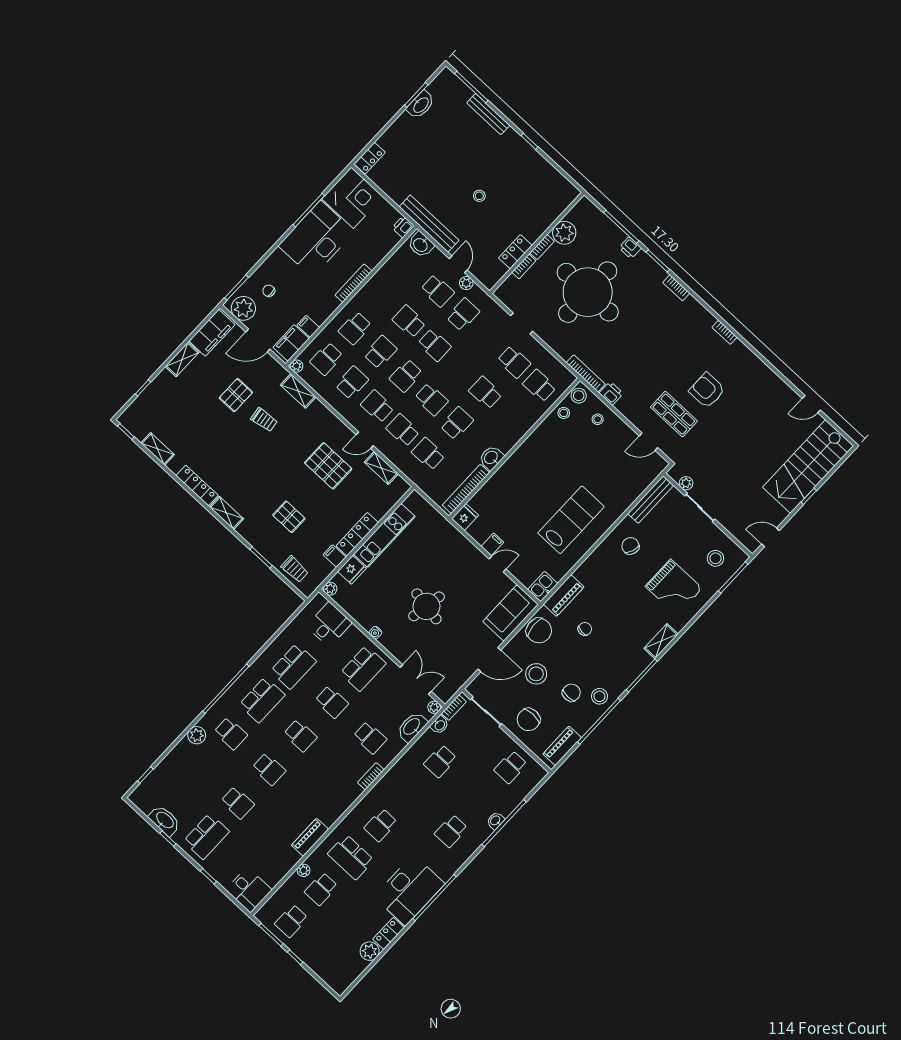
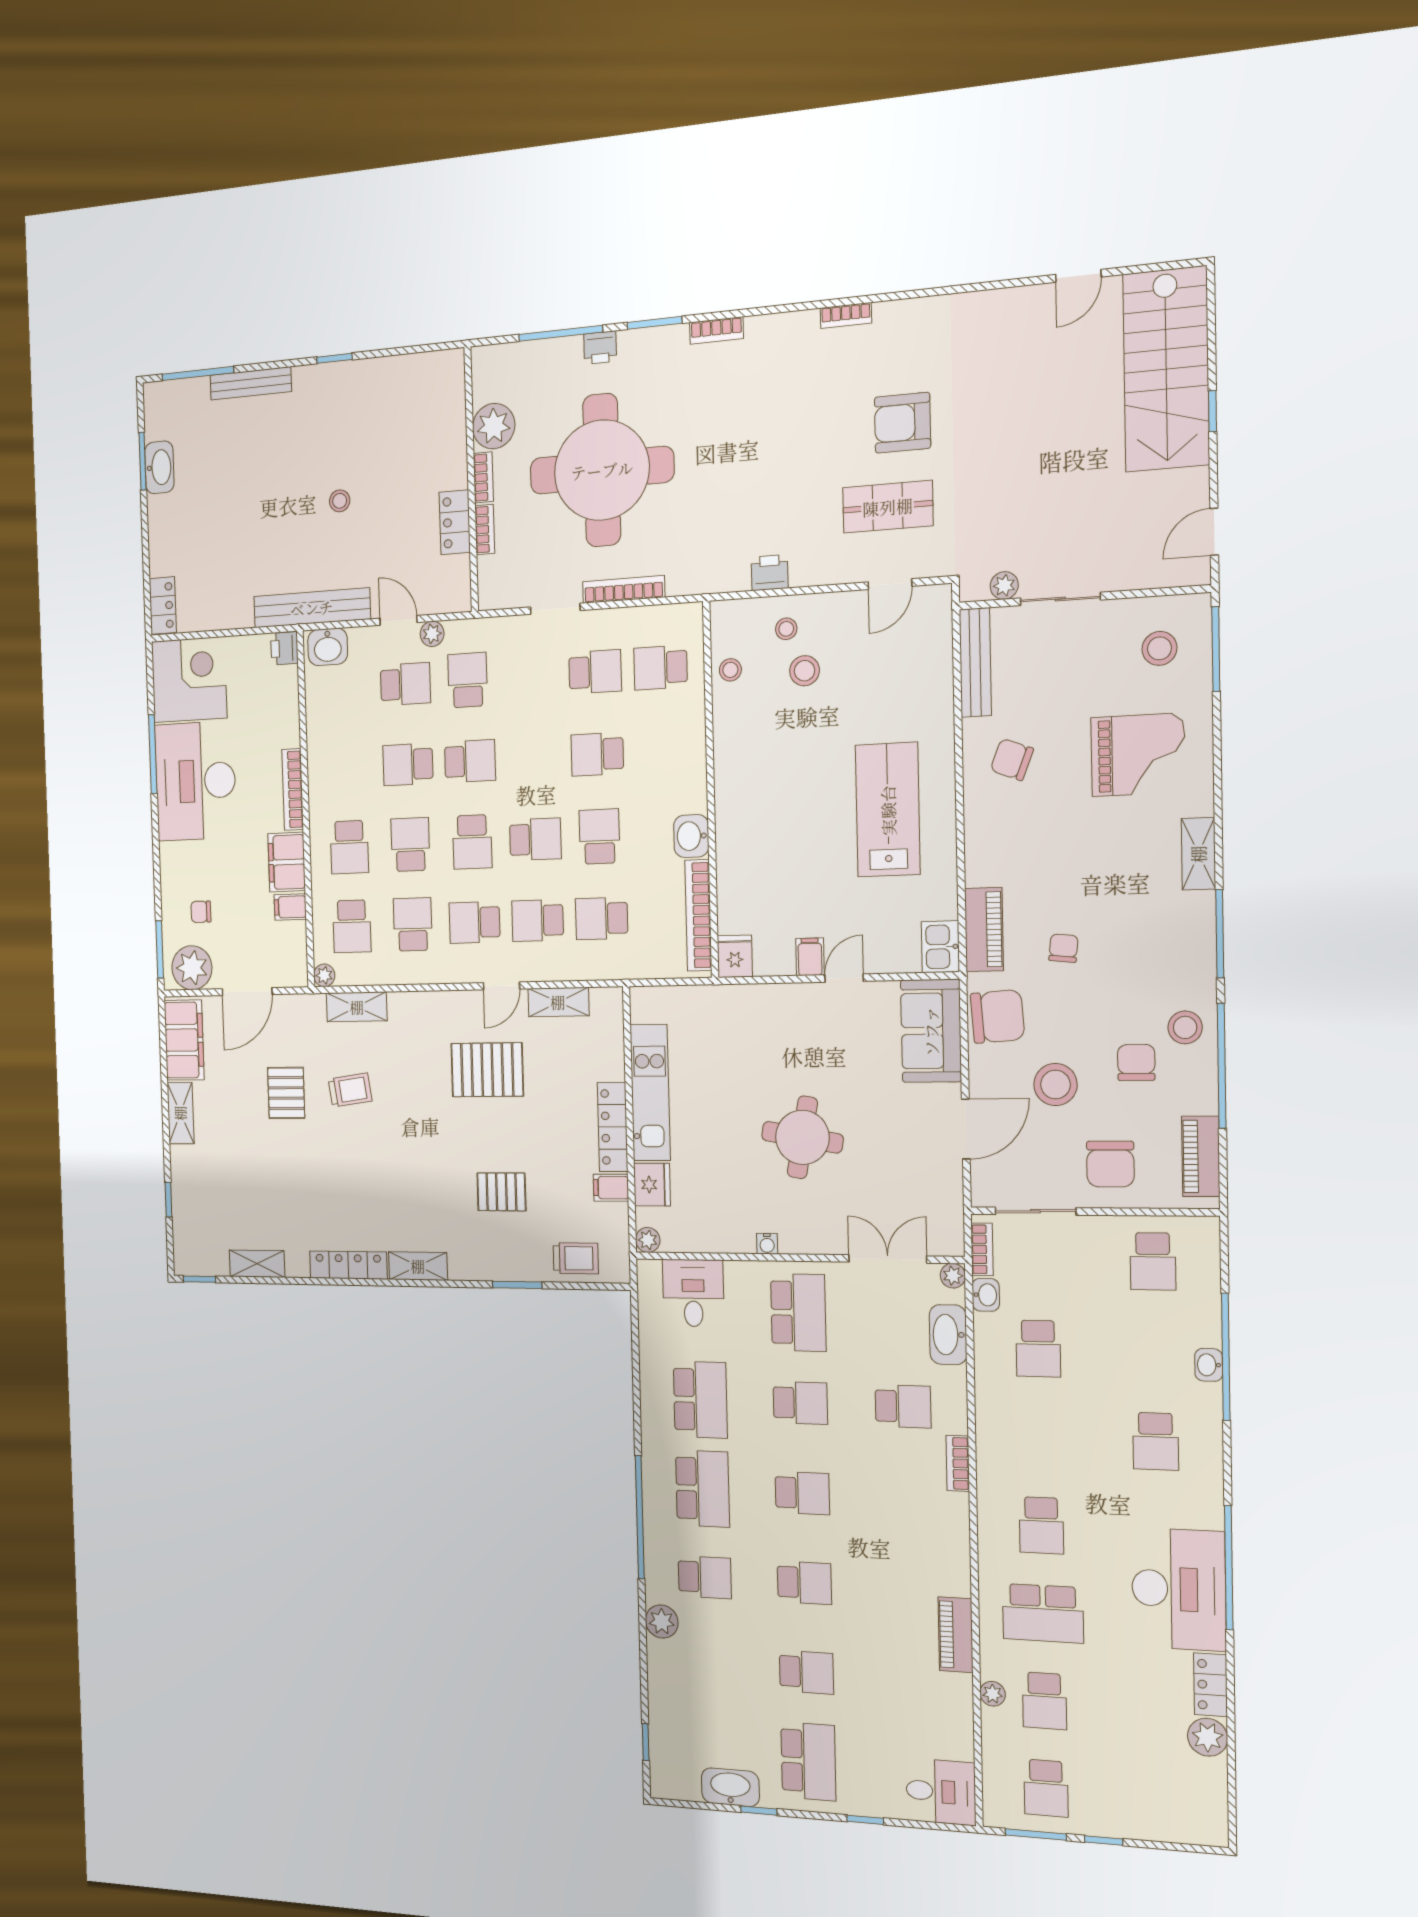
filing cabinet: (291, 343) -> (287, 862), moved
bookcase: (586, 373) -> (624, 589), moved
stool: (579, 396) -> (805, 671), moved

